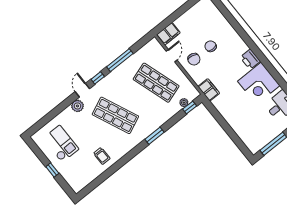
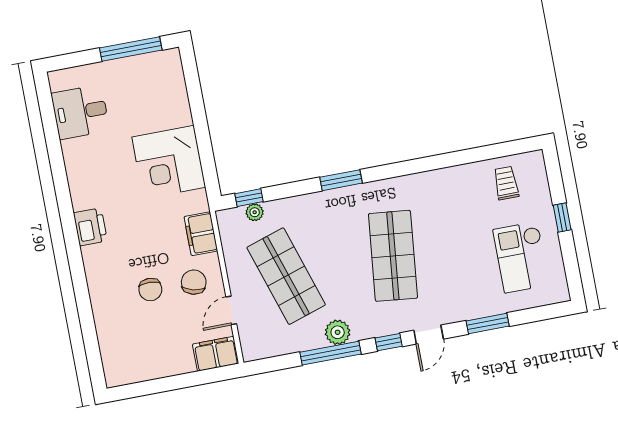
corner desk: (259, 83) -> (169, 162), moved, turned 180
filing cabinet: (209, 90) -> (201, 234), moved
plant: (77, 106) -> (338, 332), moved
window: (60, 108) -> (488, 323), added
shop shelf: (115, 115) -> (393, 256), turned 30
trolley: (102, 156) -> (506, 183), moved

